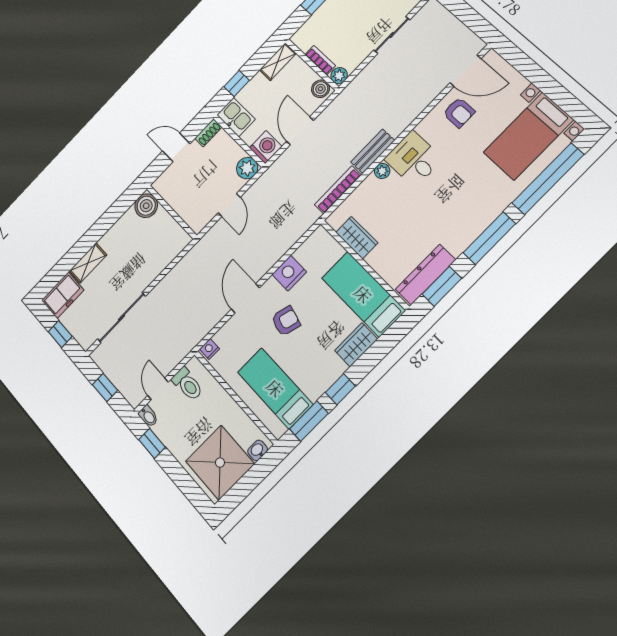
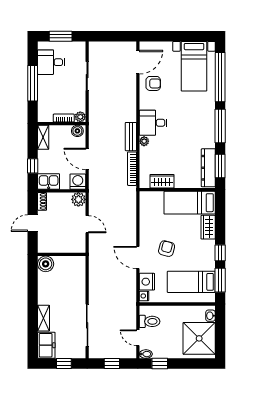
nightstand: (289, 273) -> (147, 282), moved

